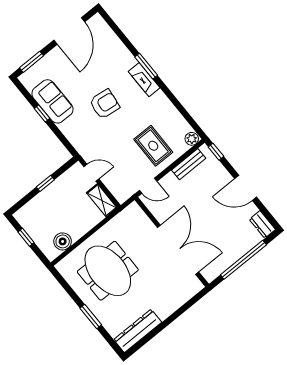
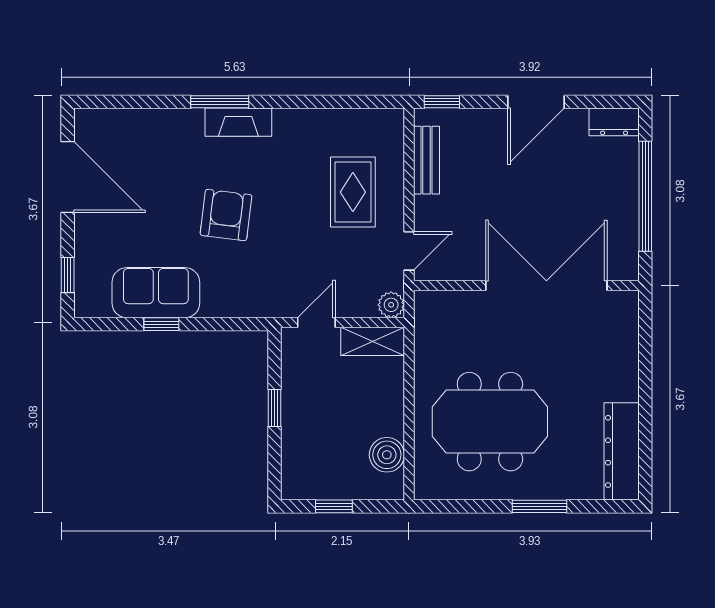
window: (32, 62) -> (68, 275), width x0.67
plant: (192, 139) -> (391, 305), moved
rug: (153, 146) -> (353, 192), turned 90

